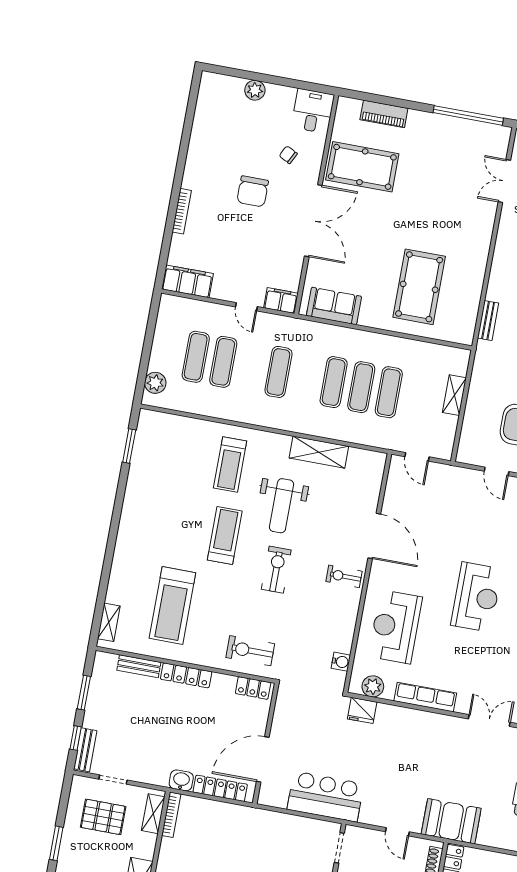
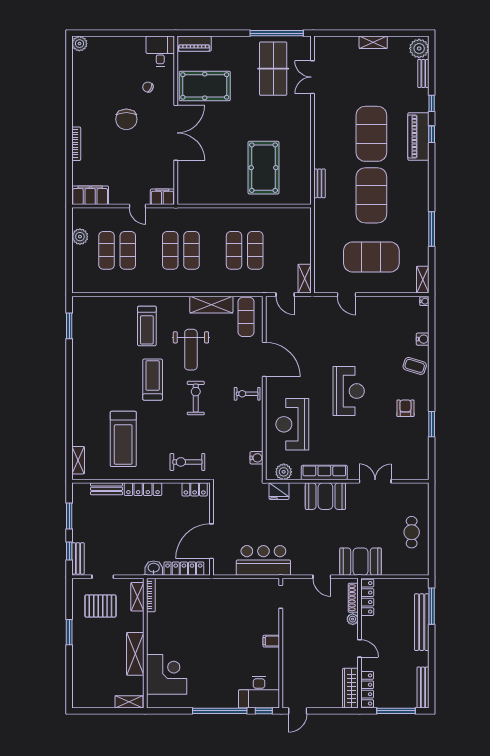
plant: (255, 90) -> (79, 44), moved
piano: (384, 114) -> (194, 44), moved
table tennis table: (455, 161) -> (273, 69), added
sofa: (334, 306) -> (203, 194), removed
exercise mat: (334, 382) -> (192, 250), moved
plant: (155, 383) -> (80, 237), moved
shelving: (454, 395) -> (305, 279), moved
exercise mat: (361, 476) -> (246, 317), added
booth: (421, 728) -> (325, 496), added

